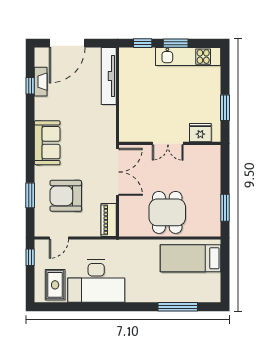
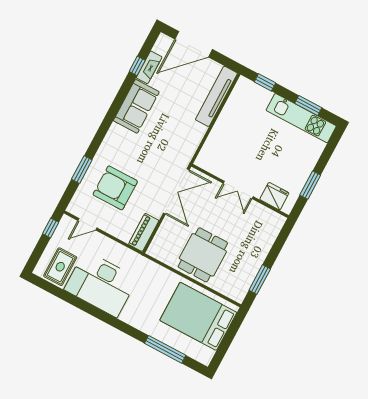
window: (176, 43) -> (308, 105), moved
sofa: (47, 143) -> (136, 106), moved
bed: (191, 258) -> (198, 316), width x1.50

